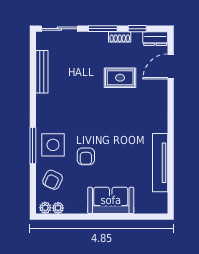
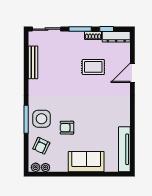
dresser: (155, 39) -> (116, 37), width x1.44
door: (171, 66) -> (132, 73), moved
armchair: (86, 156) -> (67, 128), turned 90
tv unit: (160, 163) -> (124, 149), moved

